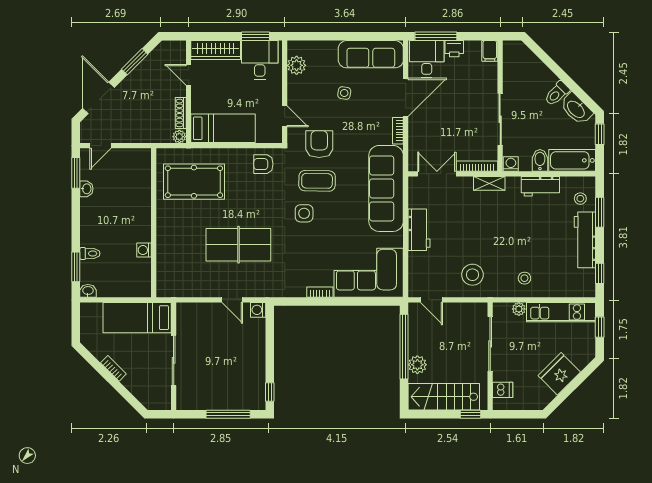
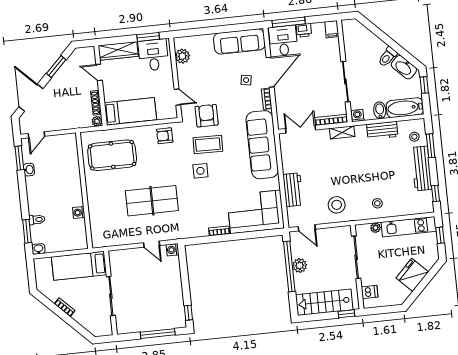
side table: (344, 93) -> (246, 80), moved
workbench: (419, 230) -> (293, 190), moved
plant: (417, 365) -> (300, 266), moved

